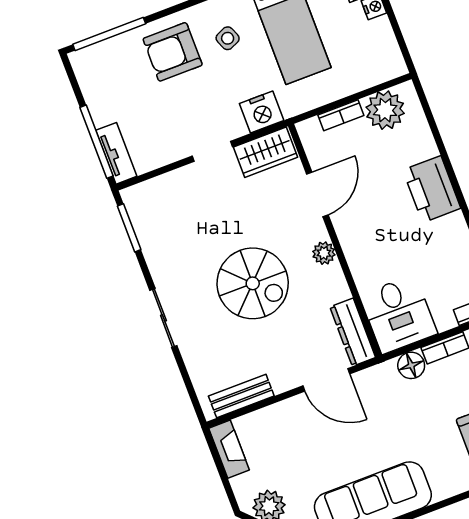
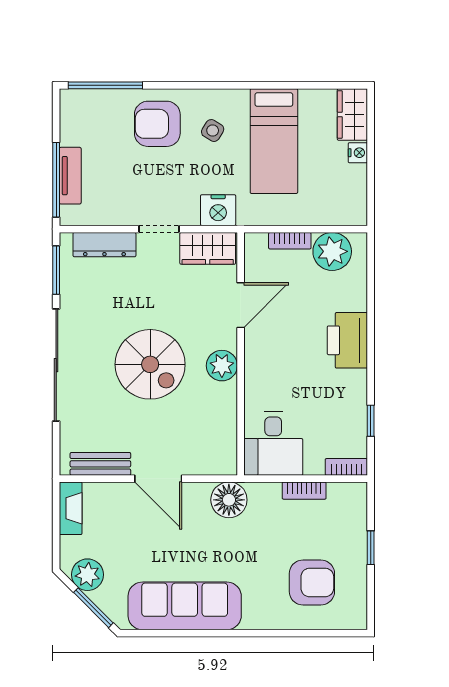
side table: (228, 38) -> (213, 131), turned -36
tv unit: (116, 153) -> (70, 176), moved
plant: (324, 253) -> (222, 366), width x1.38, depth x1.38
sliding door: (163, 318) -> (56, 365), width x1.86
dresser: (353, 332) -> (104, 245), moved, turned -90
floor lamp: (411, 365) -> (229, 500), moved, width x1.38, depth x1.38
door: (326, 380) -> (158, 479), moved

